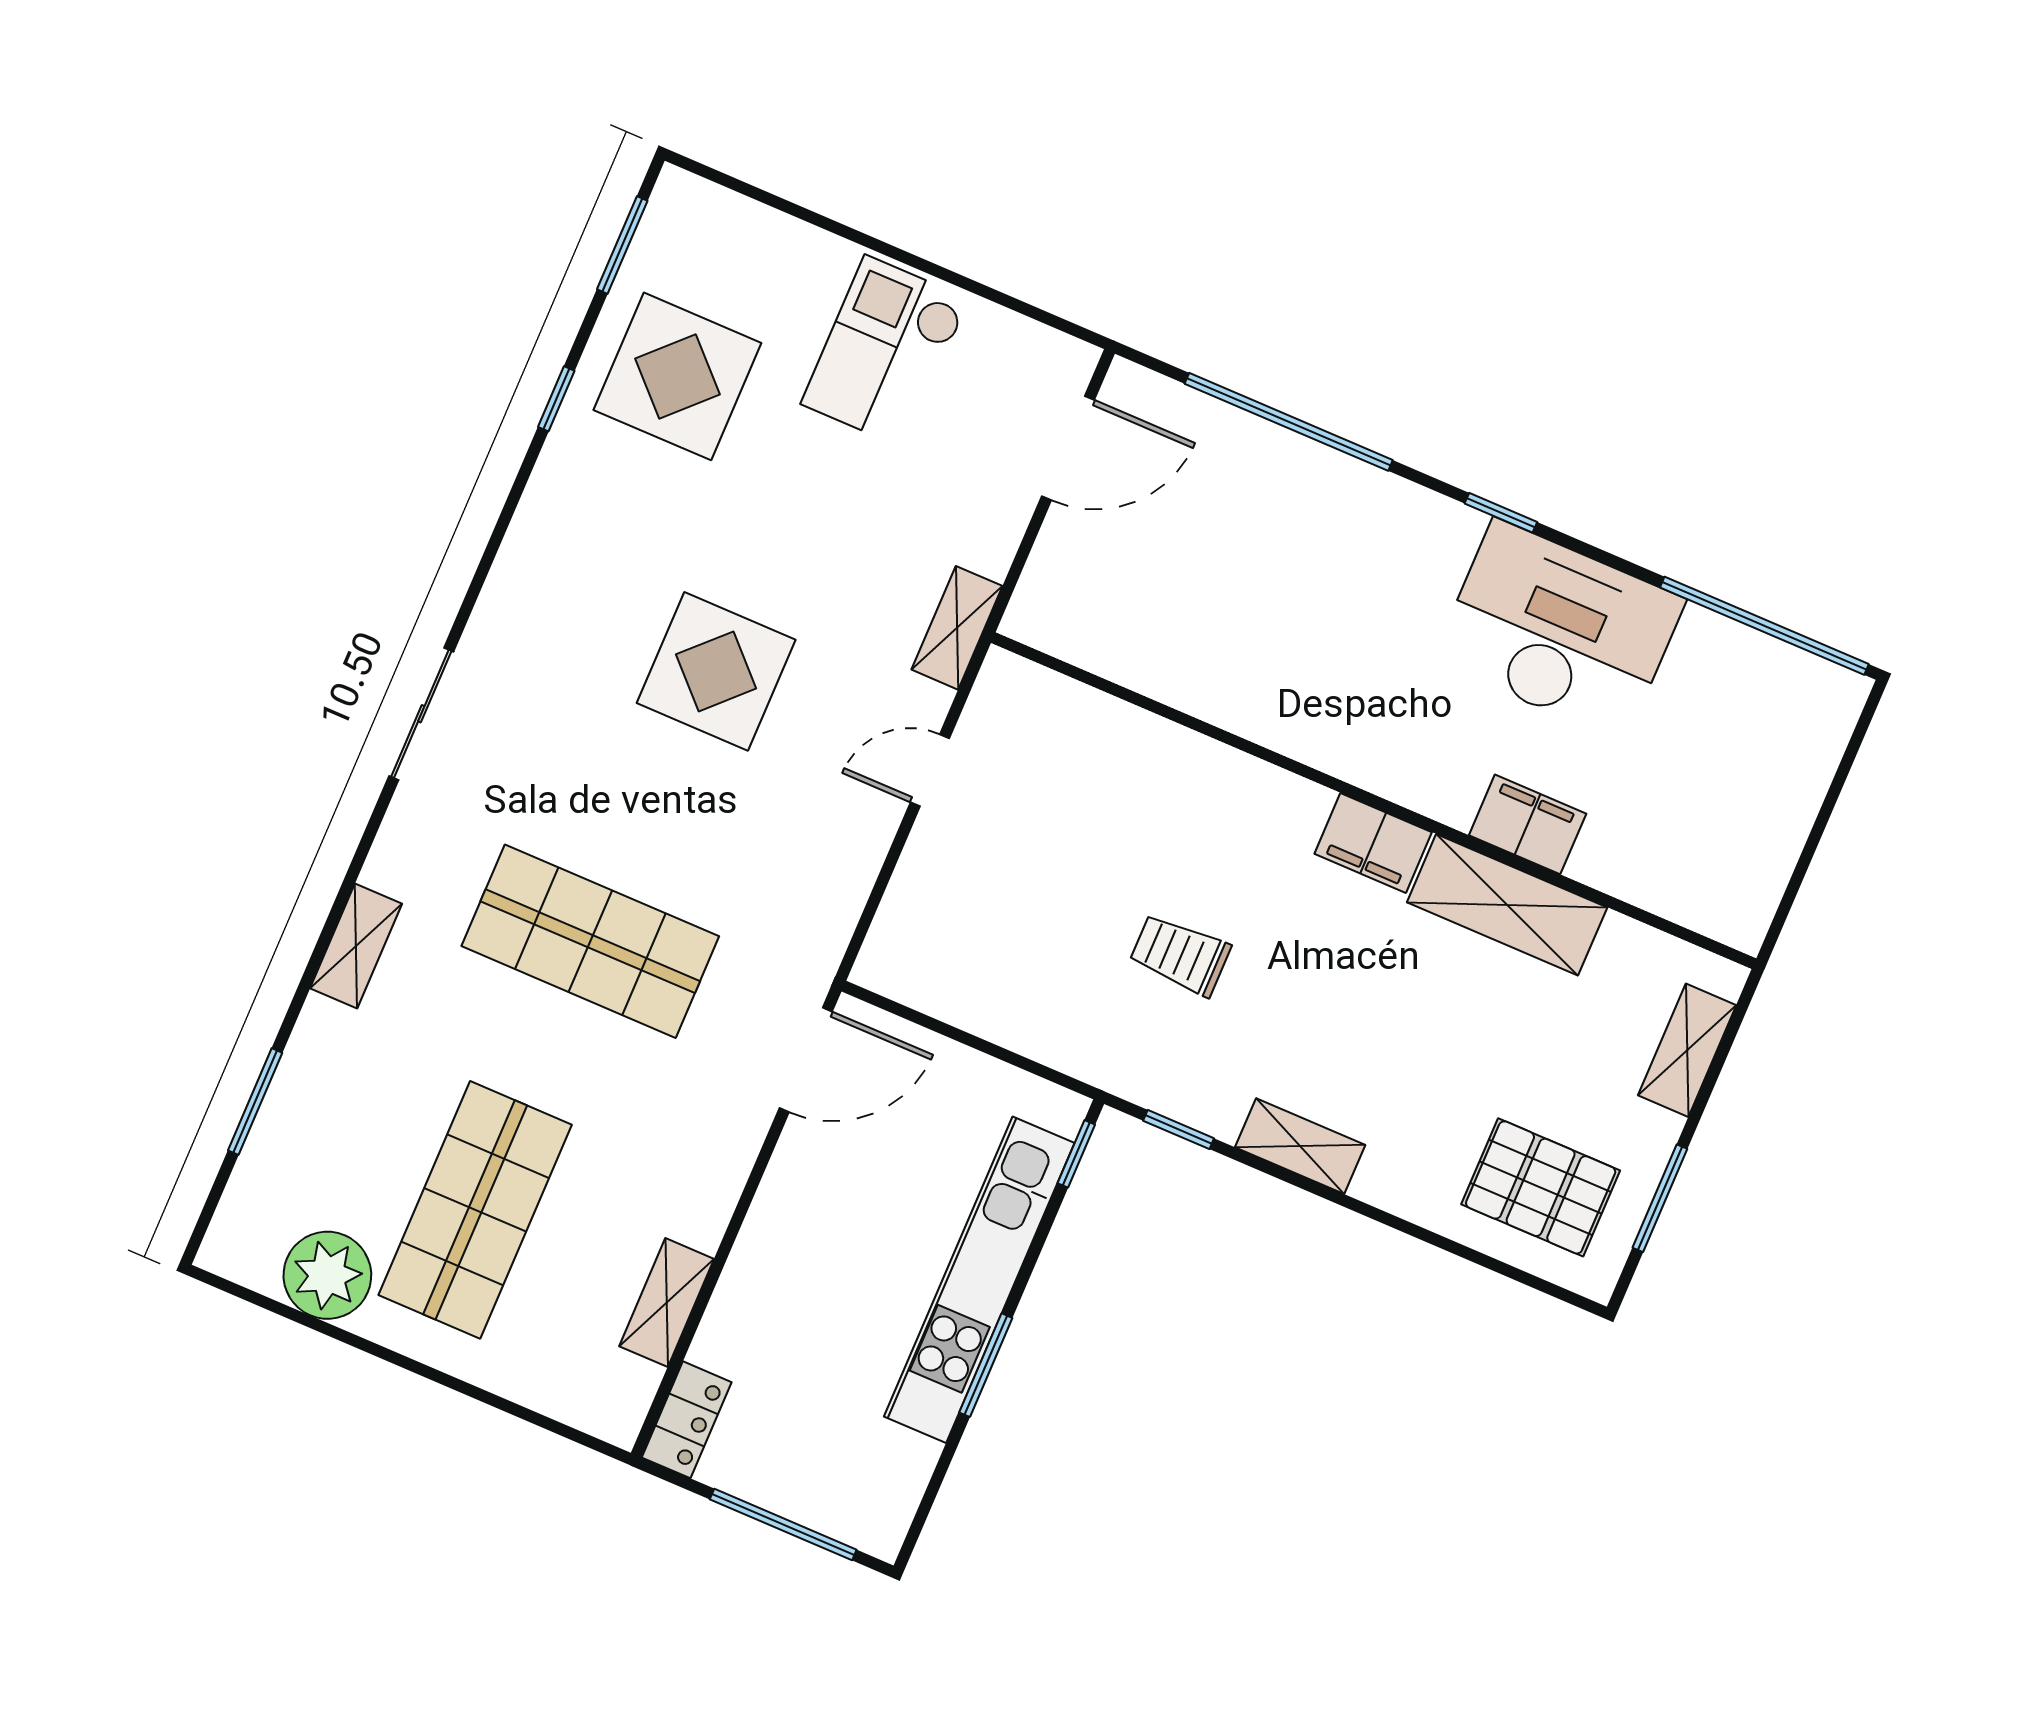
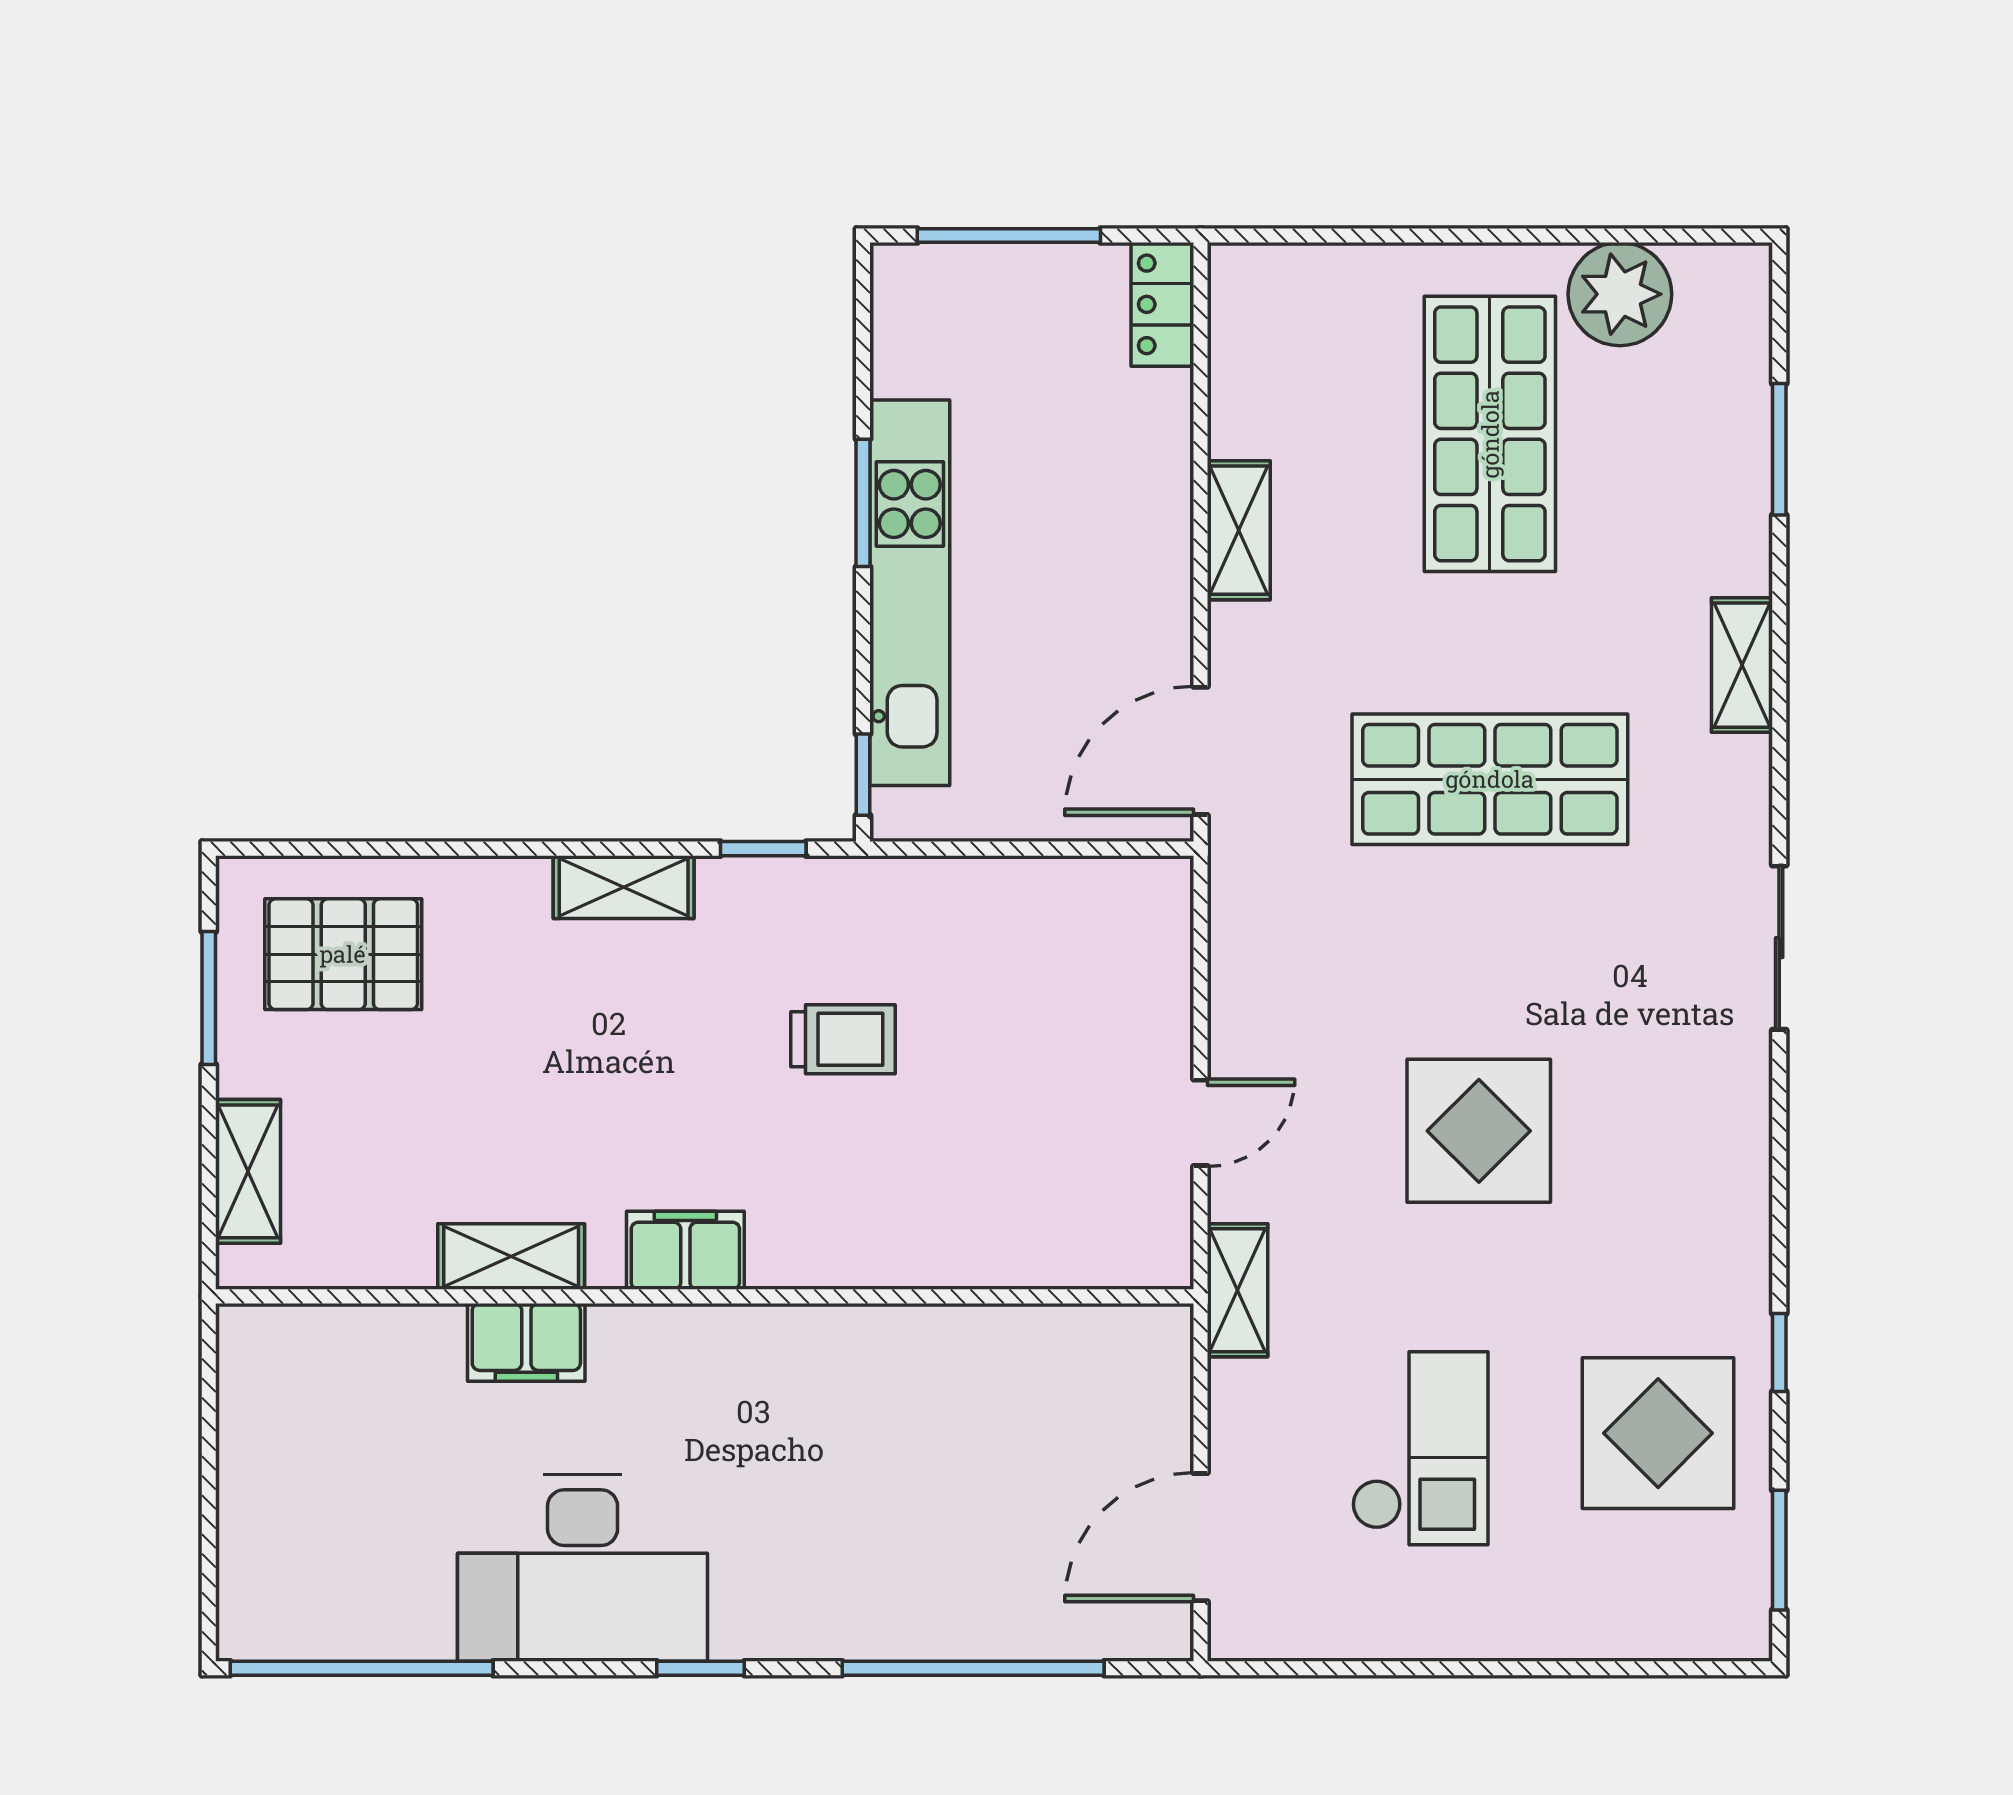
checkout: (885, 352) -> (1420, 1448), moved
shelving: (1507, 905) -> (511, 1256), width x0.67, depth x0.75
shelving: (667, 1303) -> (1239, 530), moved

